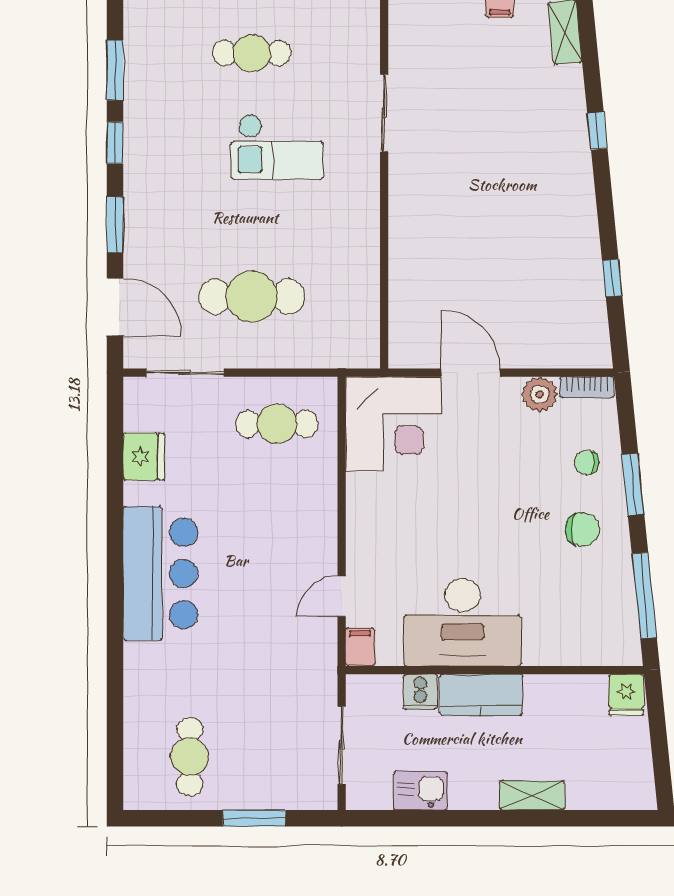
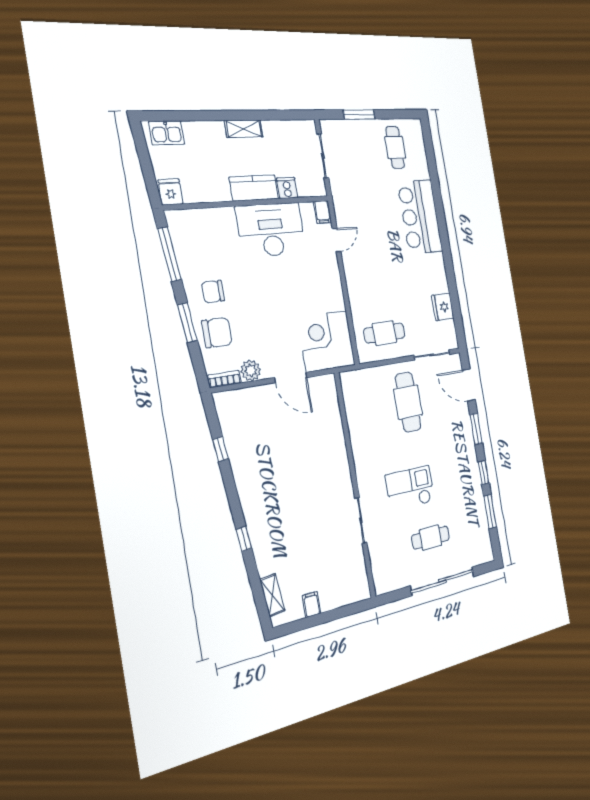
cafe table: (252, 296) -> (408, 402), turned 90
chair: (587, 463) -> (217, 333), width x1.87, depth x1.87
bar counter: (161, 574) -> (420, 217), moved
kitchen sink: (420, 791) -> (167, 133), moved
shelving: (532, 795) -> (244, 129), moved

